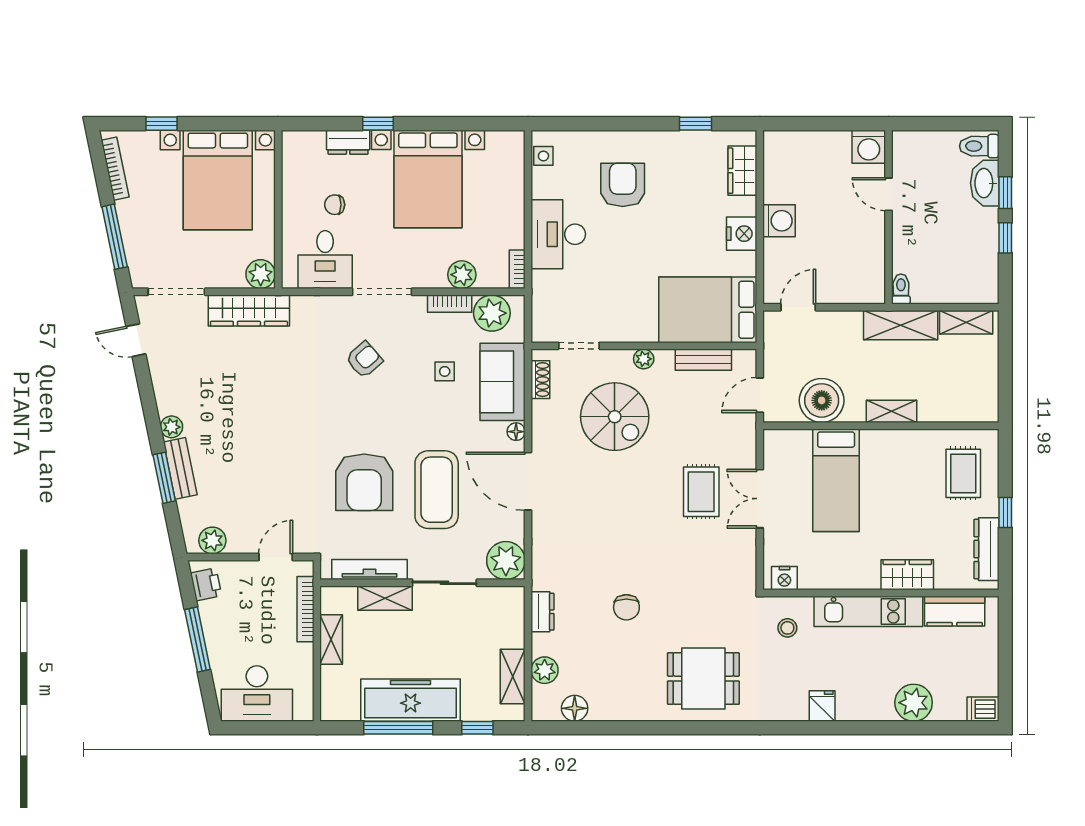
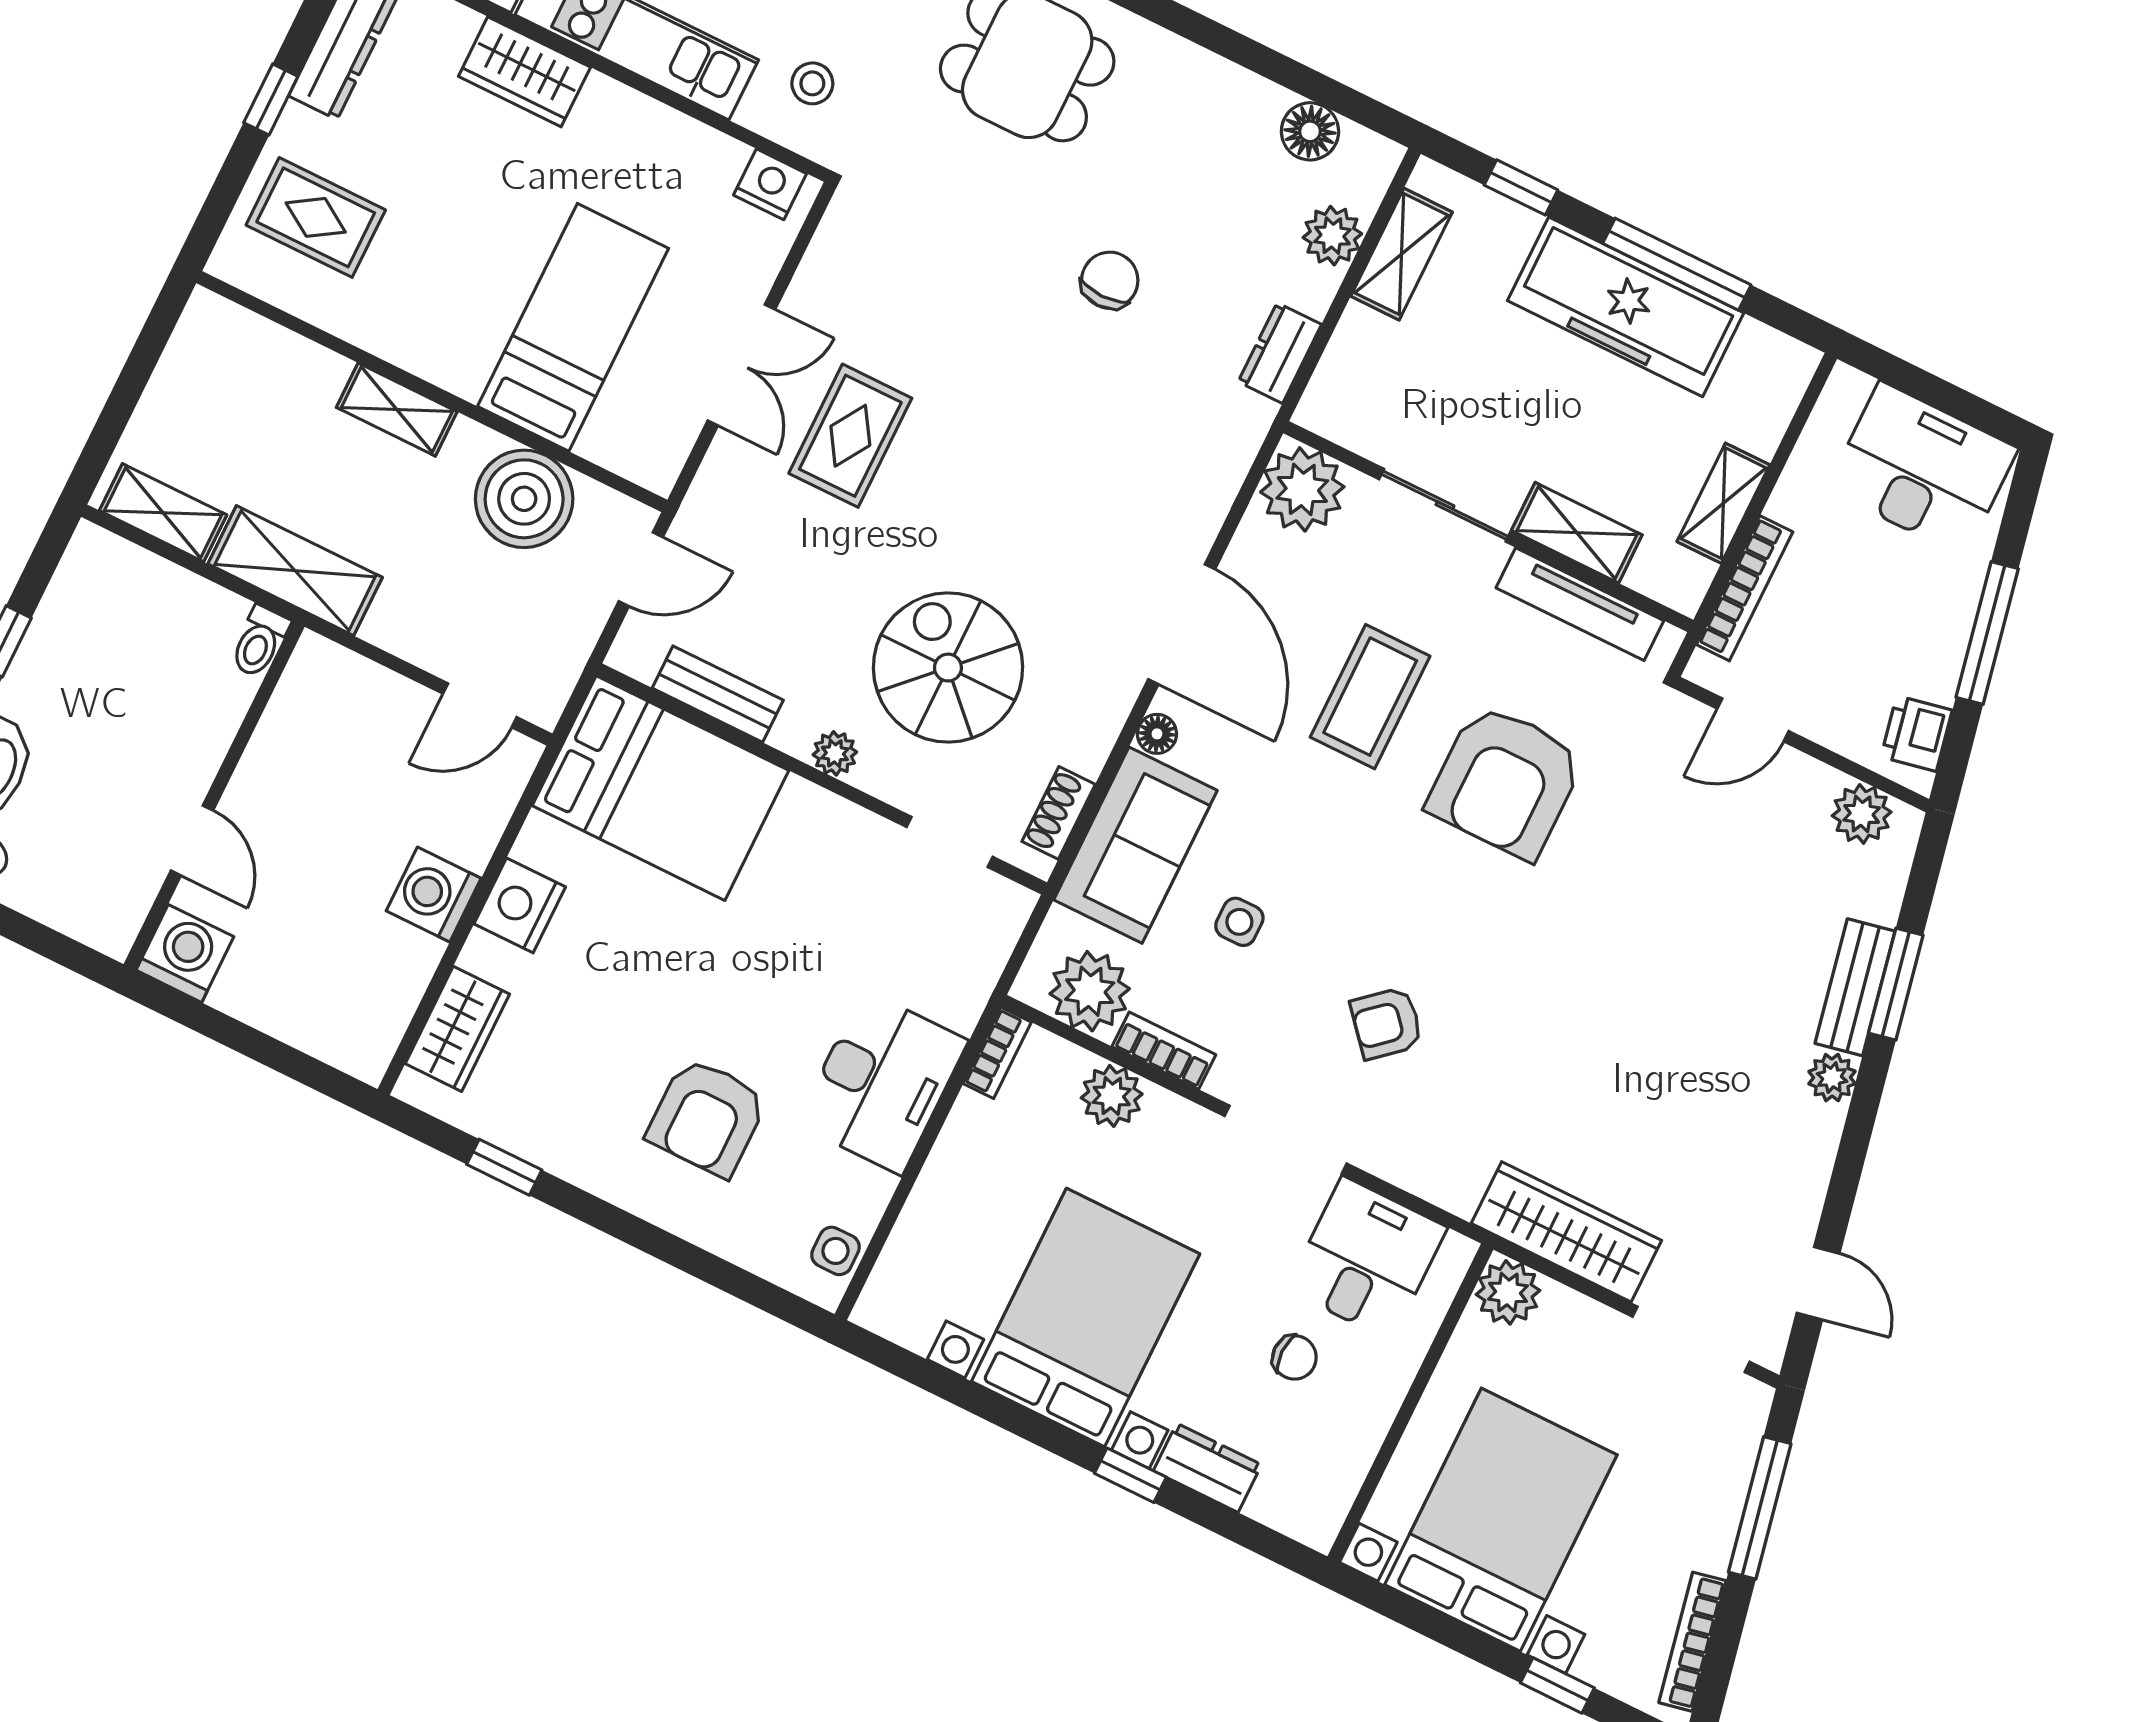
rug: (963, 473) -> (316, 217), turned 90
armchair: (364, 482) -> (1506, 781), turned 180
coffee table: (437, 490) -> (1370, 697), width x0.73, depth x0.76

